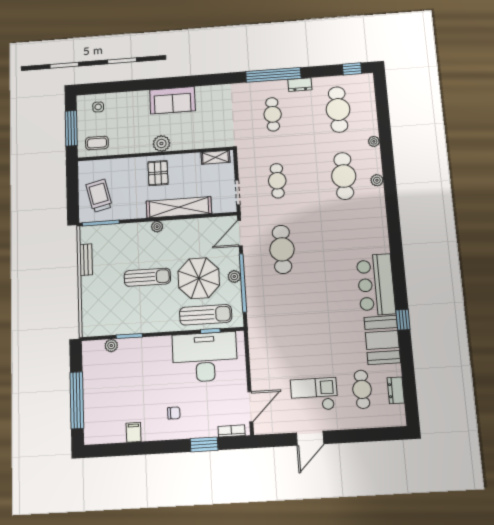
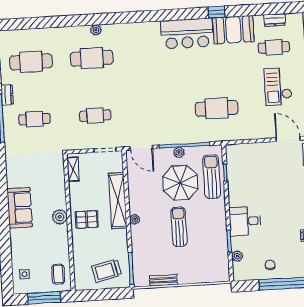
plant: (374, 141) -> (61, 32), removed
cafe table: (282, 249) -> (217, 108), moved
desk: (205, 357) -> (245, 221), moved, width x0.53, depth x0.77
chair: (174, 413) -> (270, 265), moved

